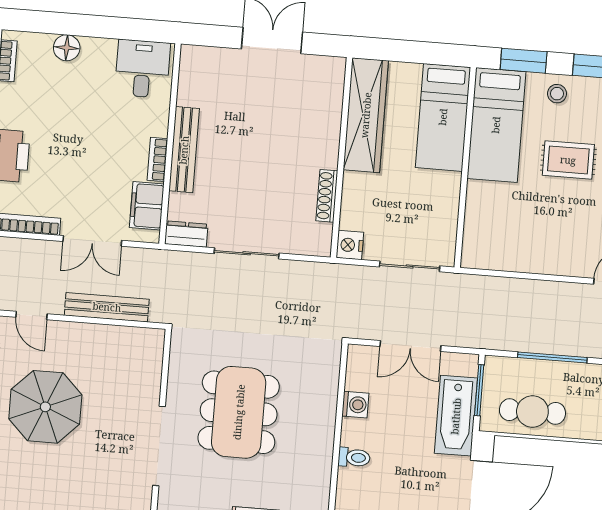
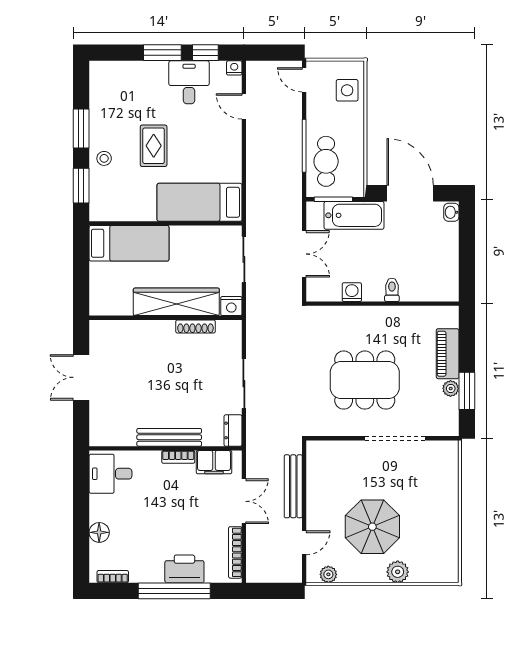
wardrobe: (366, 115) -> (176, 302), moved
bed: (496, 125) -> (200, 202), moved, turned 180
cafe table: (532, 412) -> (326, 161), moved

